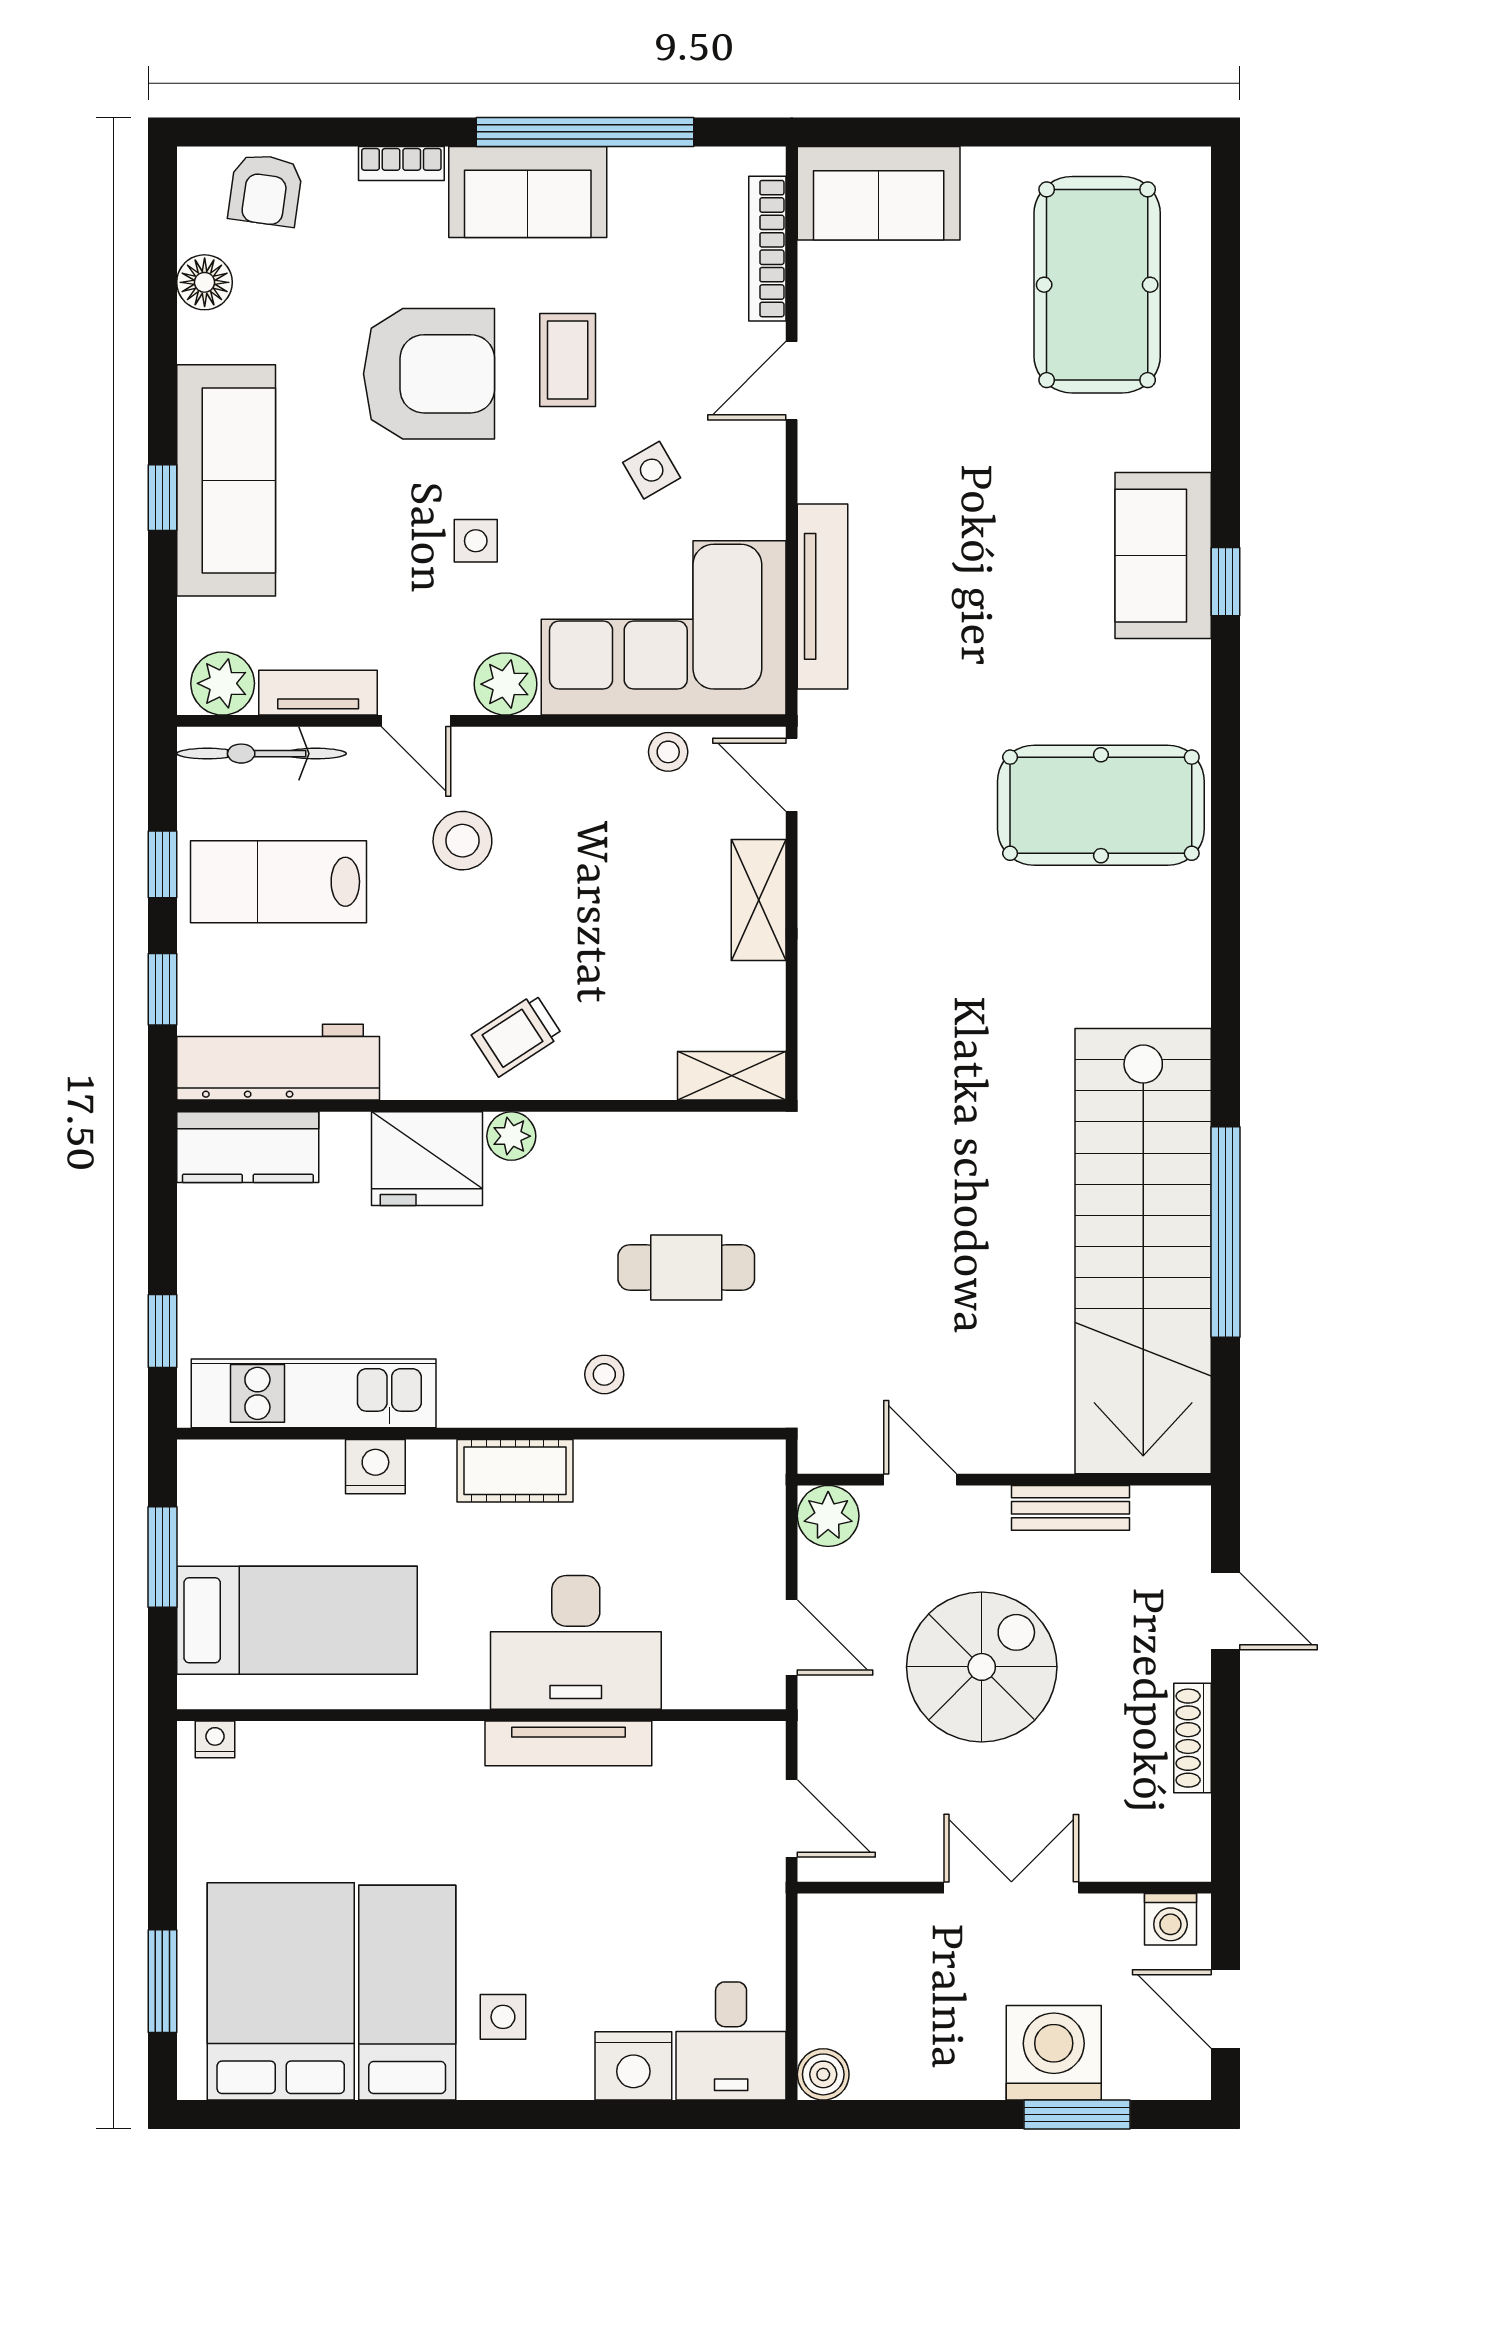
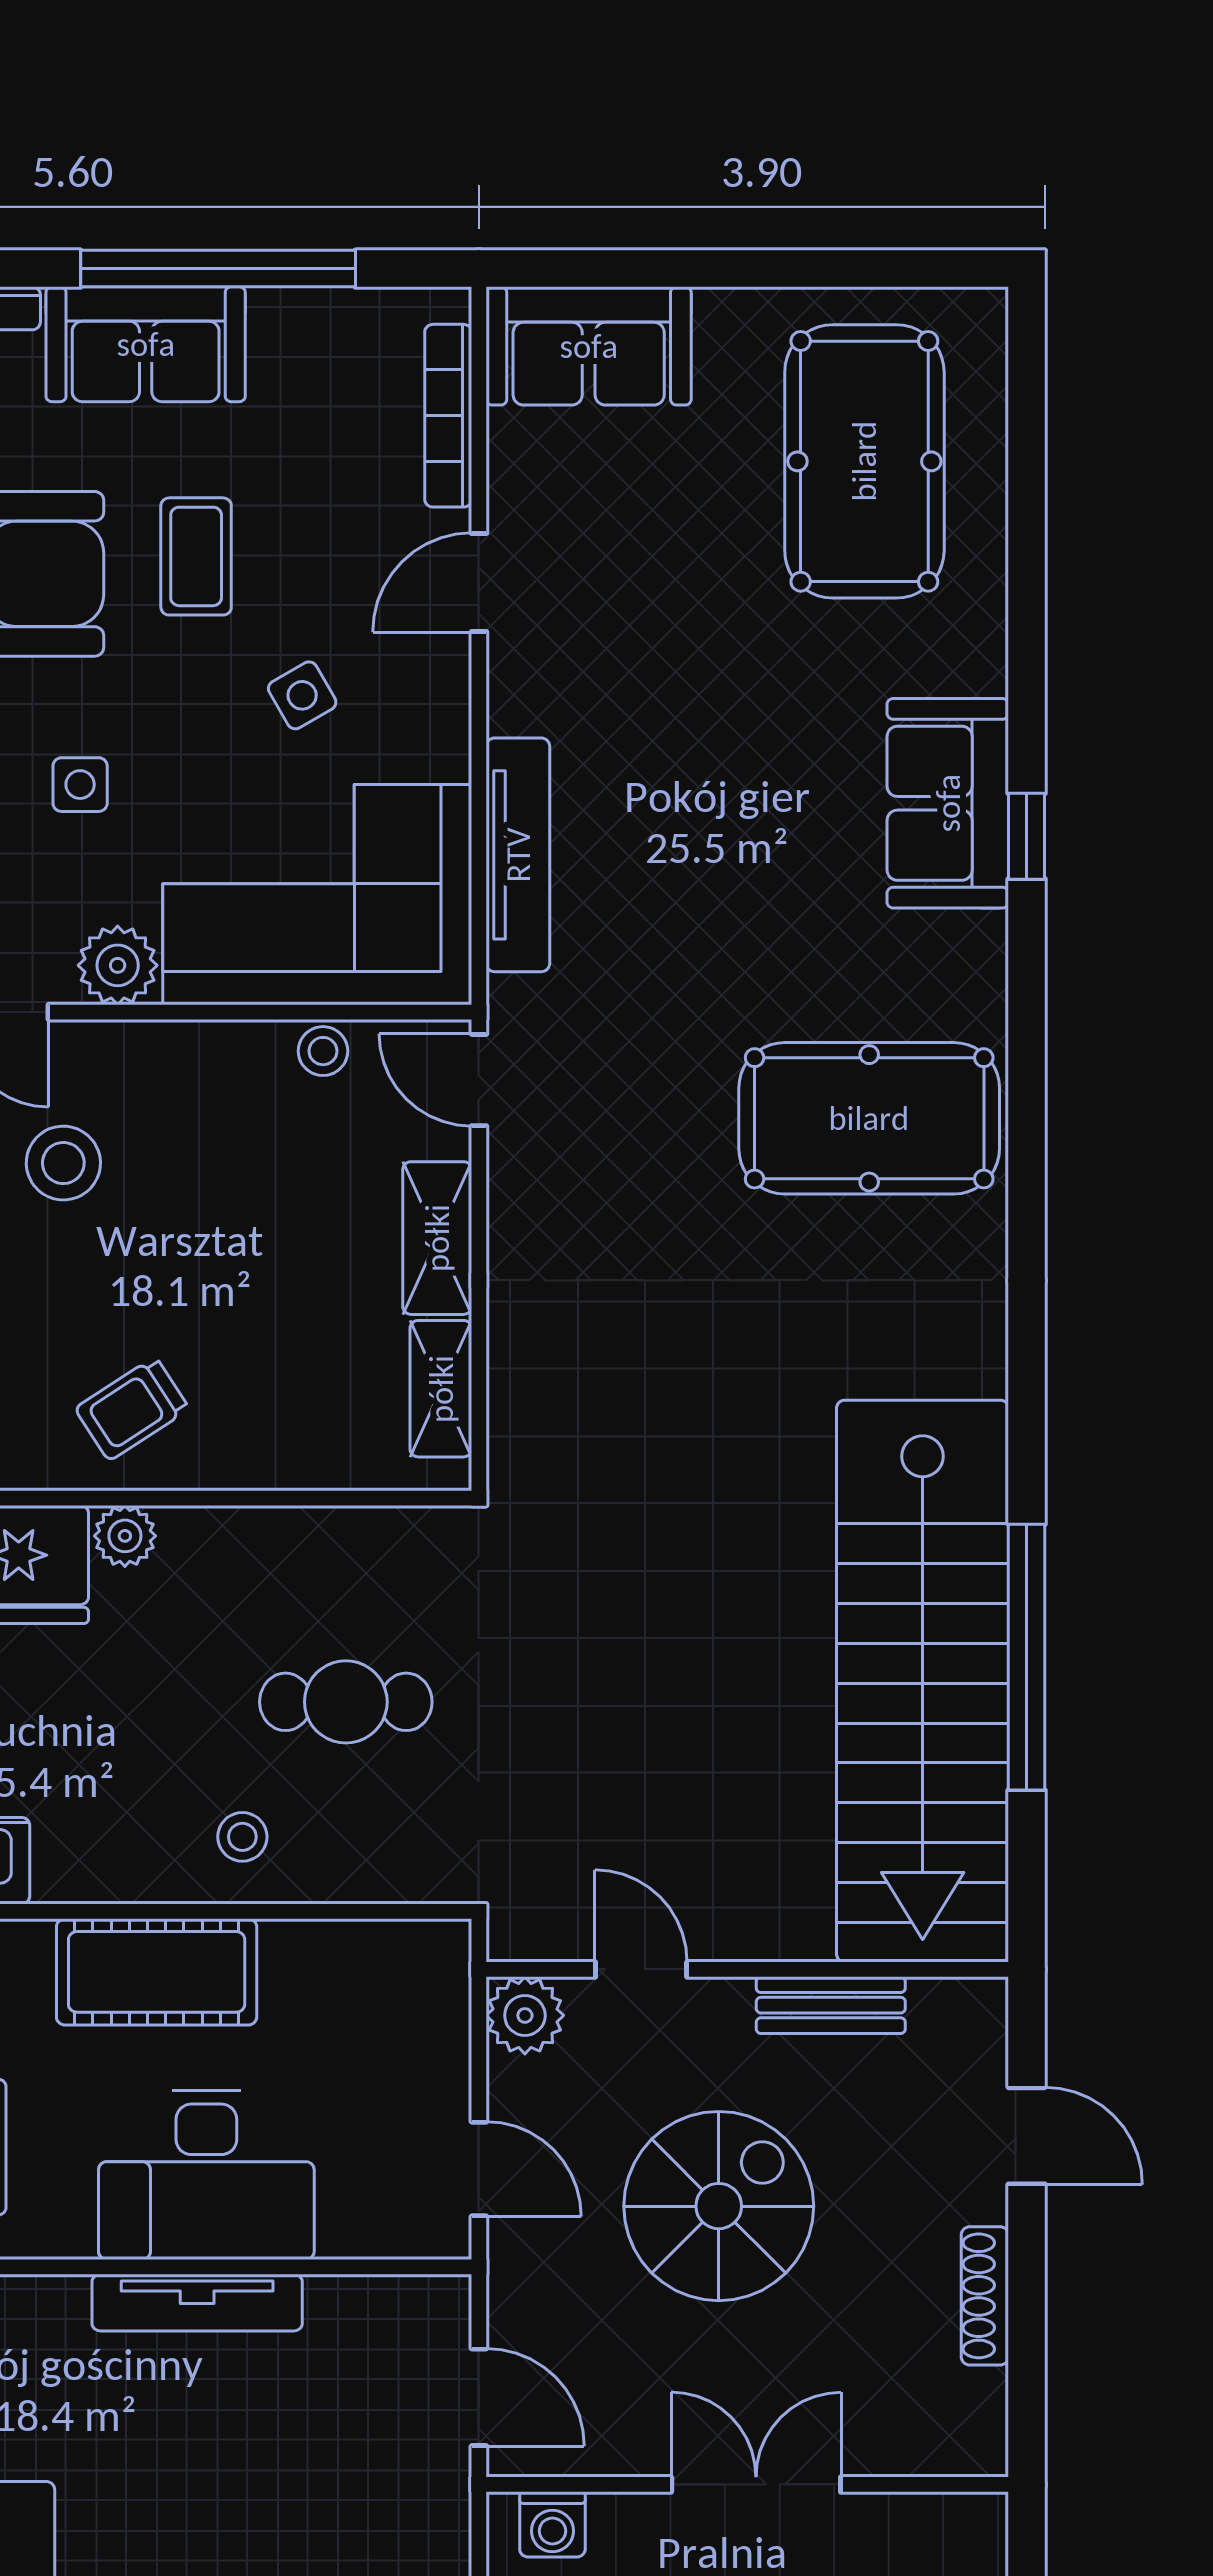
shelving: (732, 1076) -> (441, 1389), moved, turned 90
cot: (515, 1471) -> (157, 1972), width x1.37, depth x1.34
washing machine: (1170, 1919) -> (552, 2524), moved

